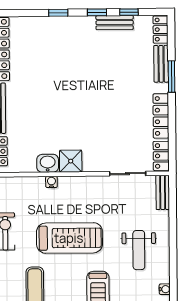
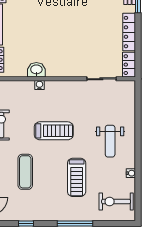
shower: (71, 161) -> (55, 68), removed
bench: (163, 192) -> (130, 94), removed
treadmill: (69, 238) -> (54, 131), width x0.73, depth x0.73

